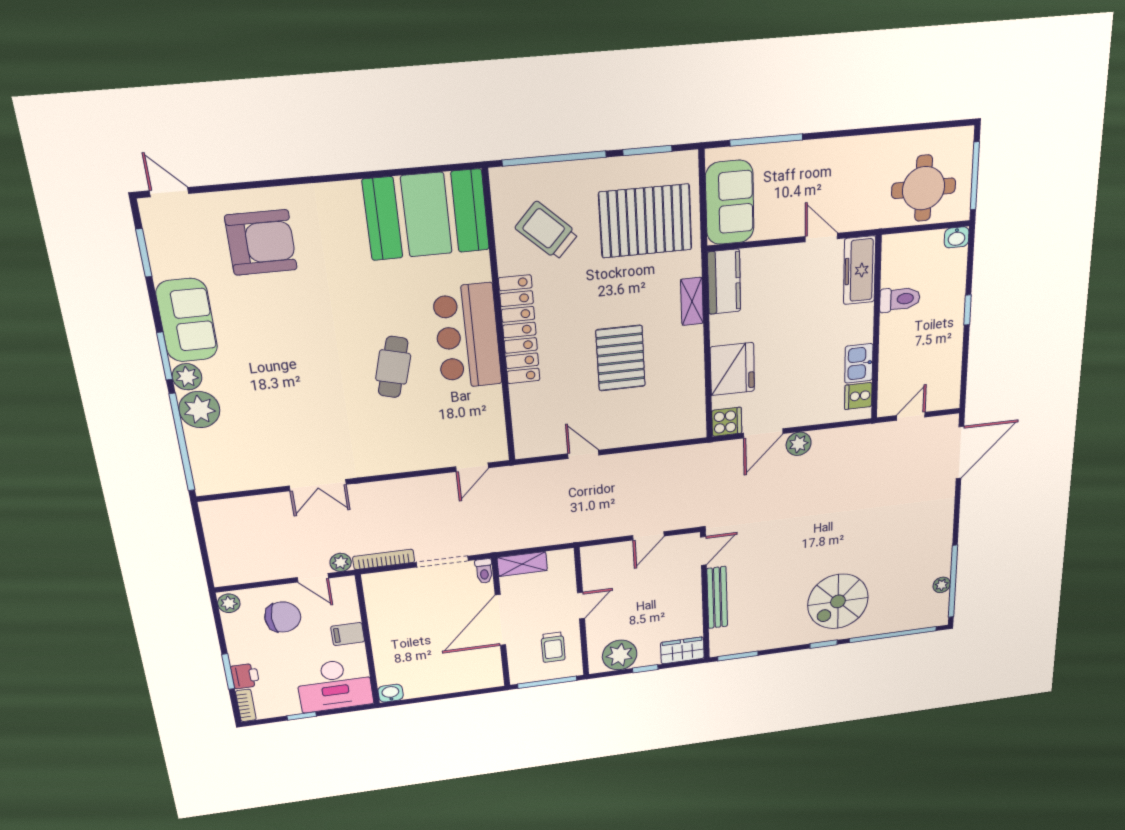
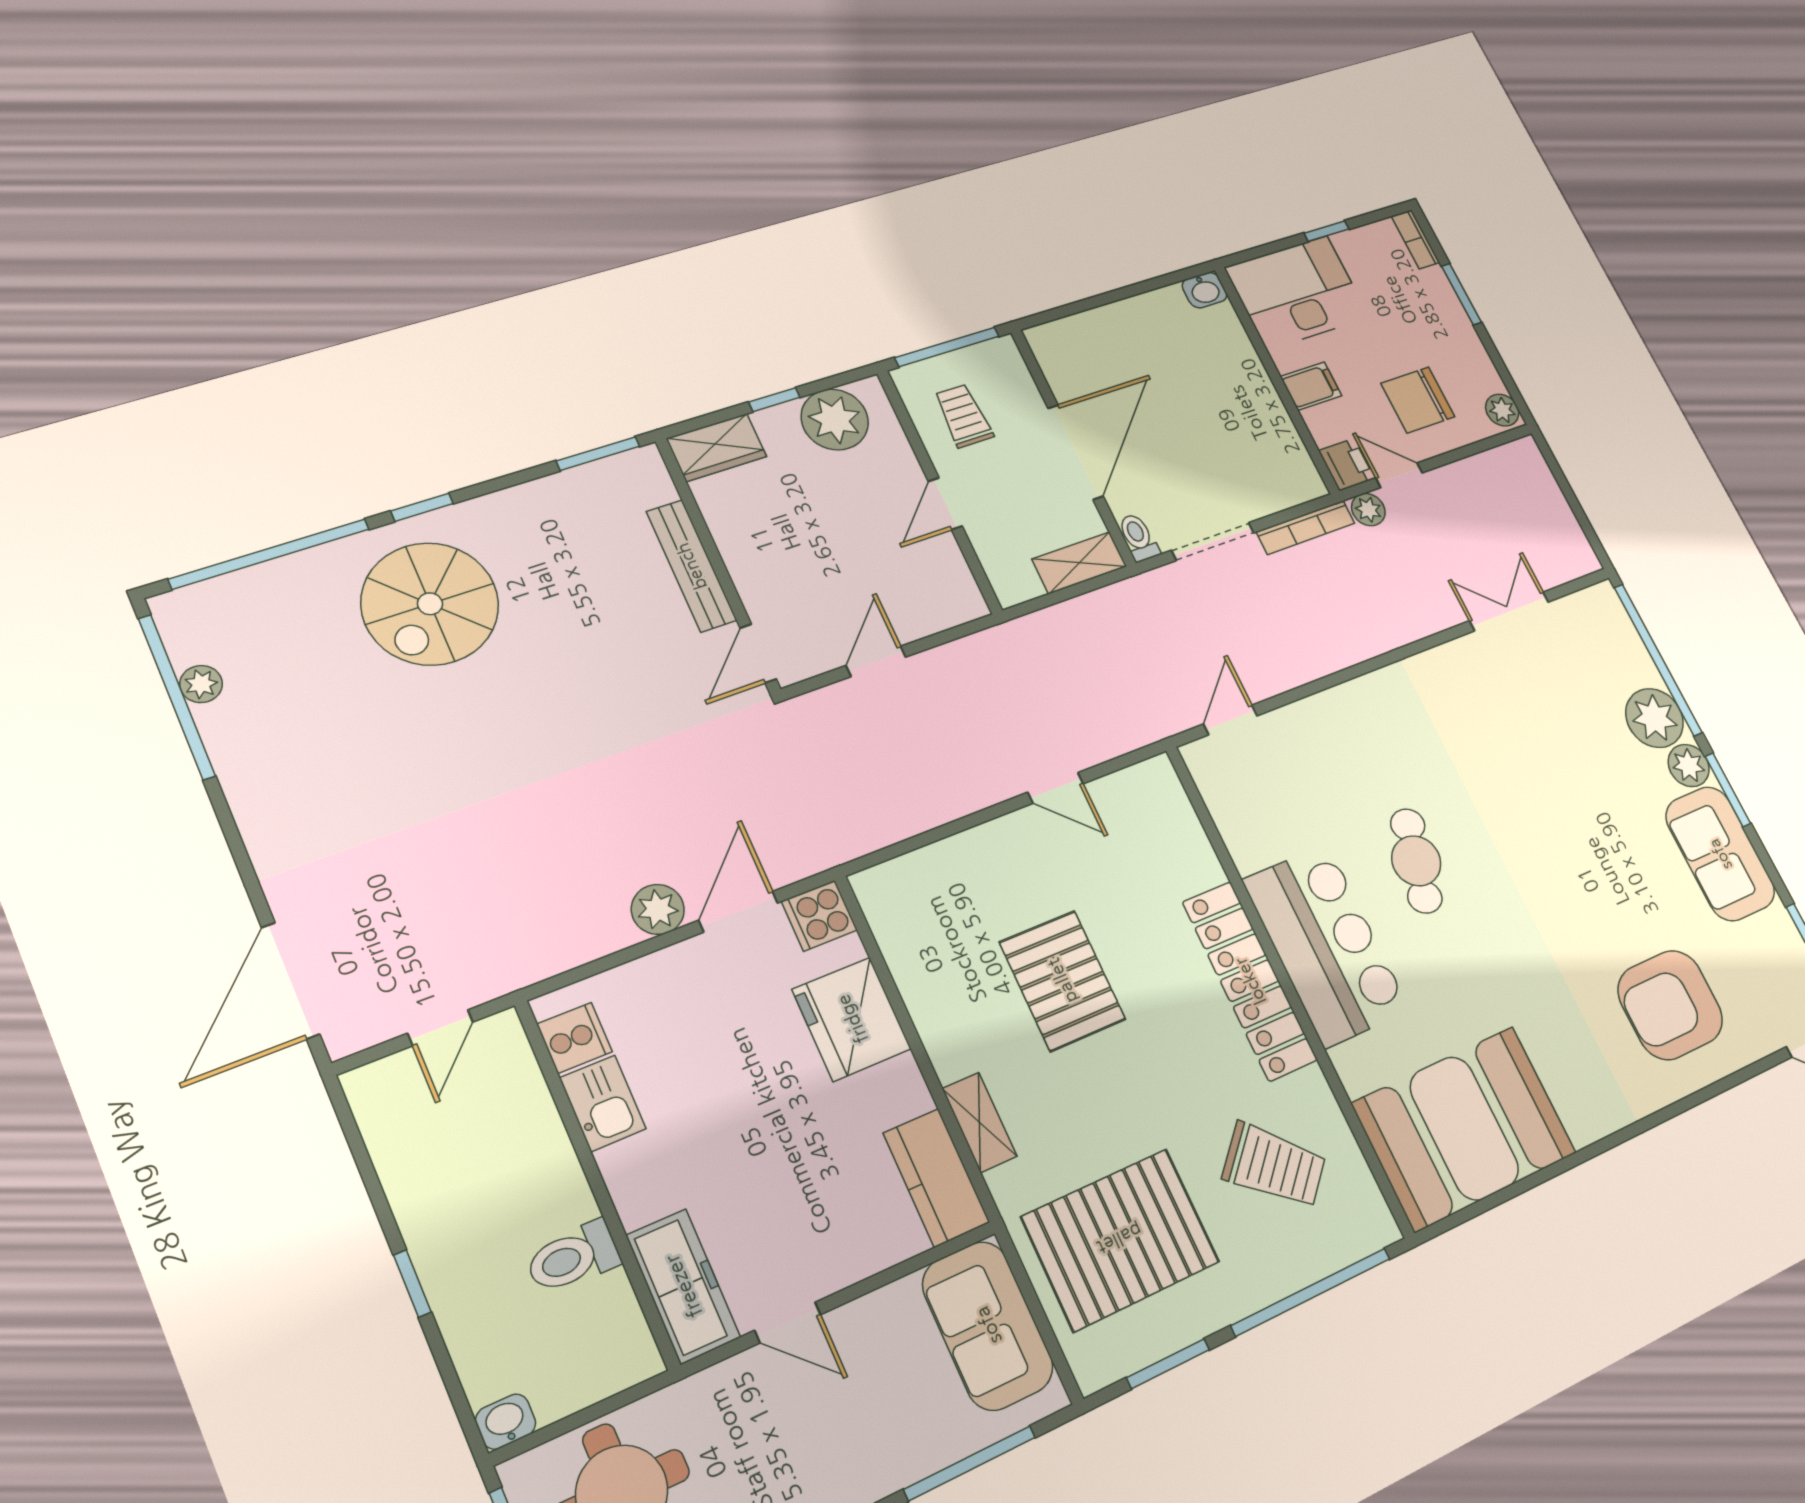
double door: (318, 485) -> (1509, 611), moved
spiral stairs: (838, 601) -> (430, 604), turned 180
printer: (245, 676) -> (1346, 465), moved, turned 180

